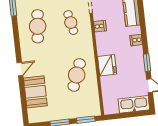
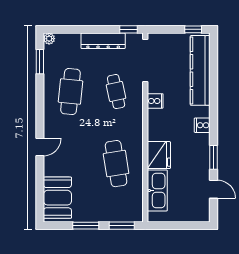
cafe table: (77, 75) -> (116, 164), turned -30
booth: (35, 92) -> (57, 198), moved
kitchen sink: (134, 104) -> (157, 190), moved, turned 90

